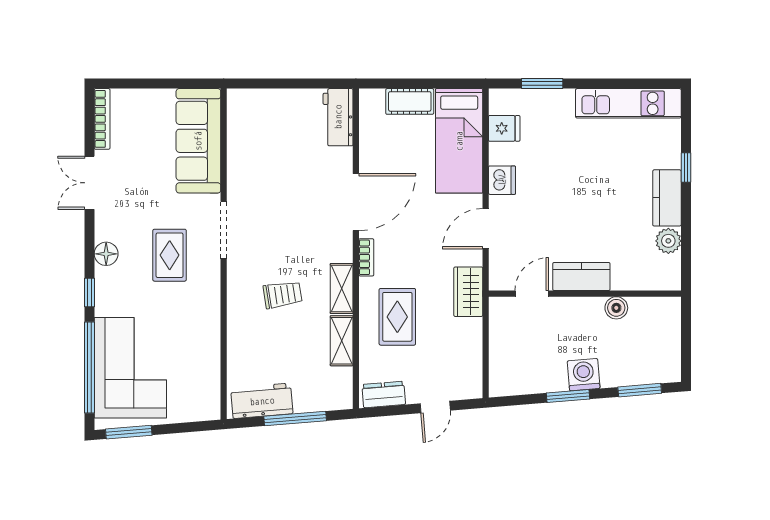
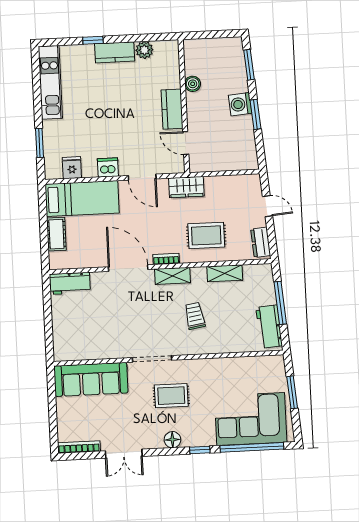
shelving: (342, 289) -> (172, 276), moved
window: (129, 432) -> (292, 392), moved

